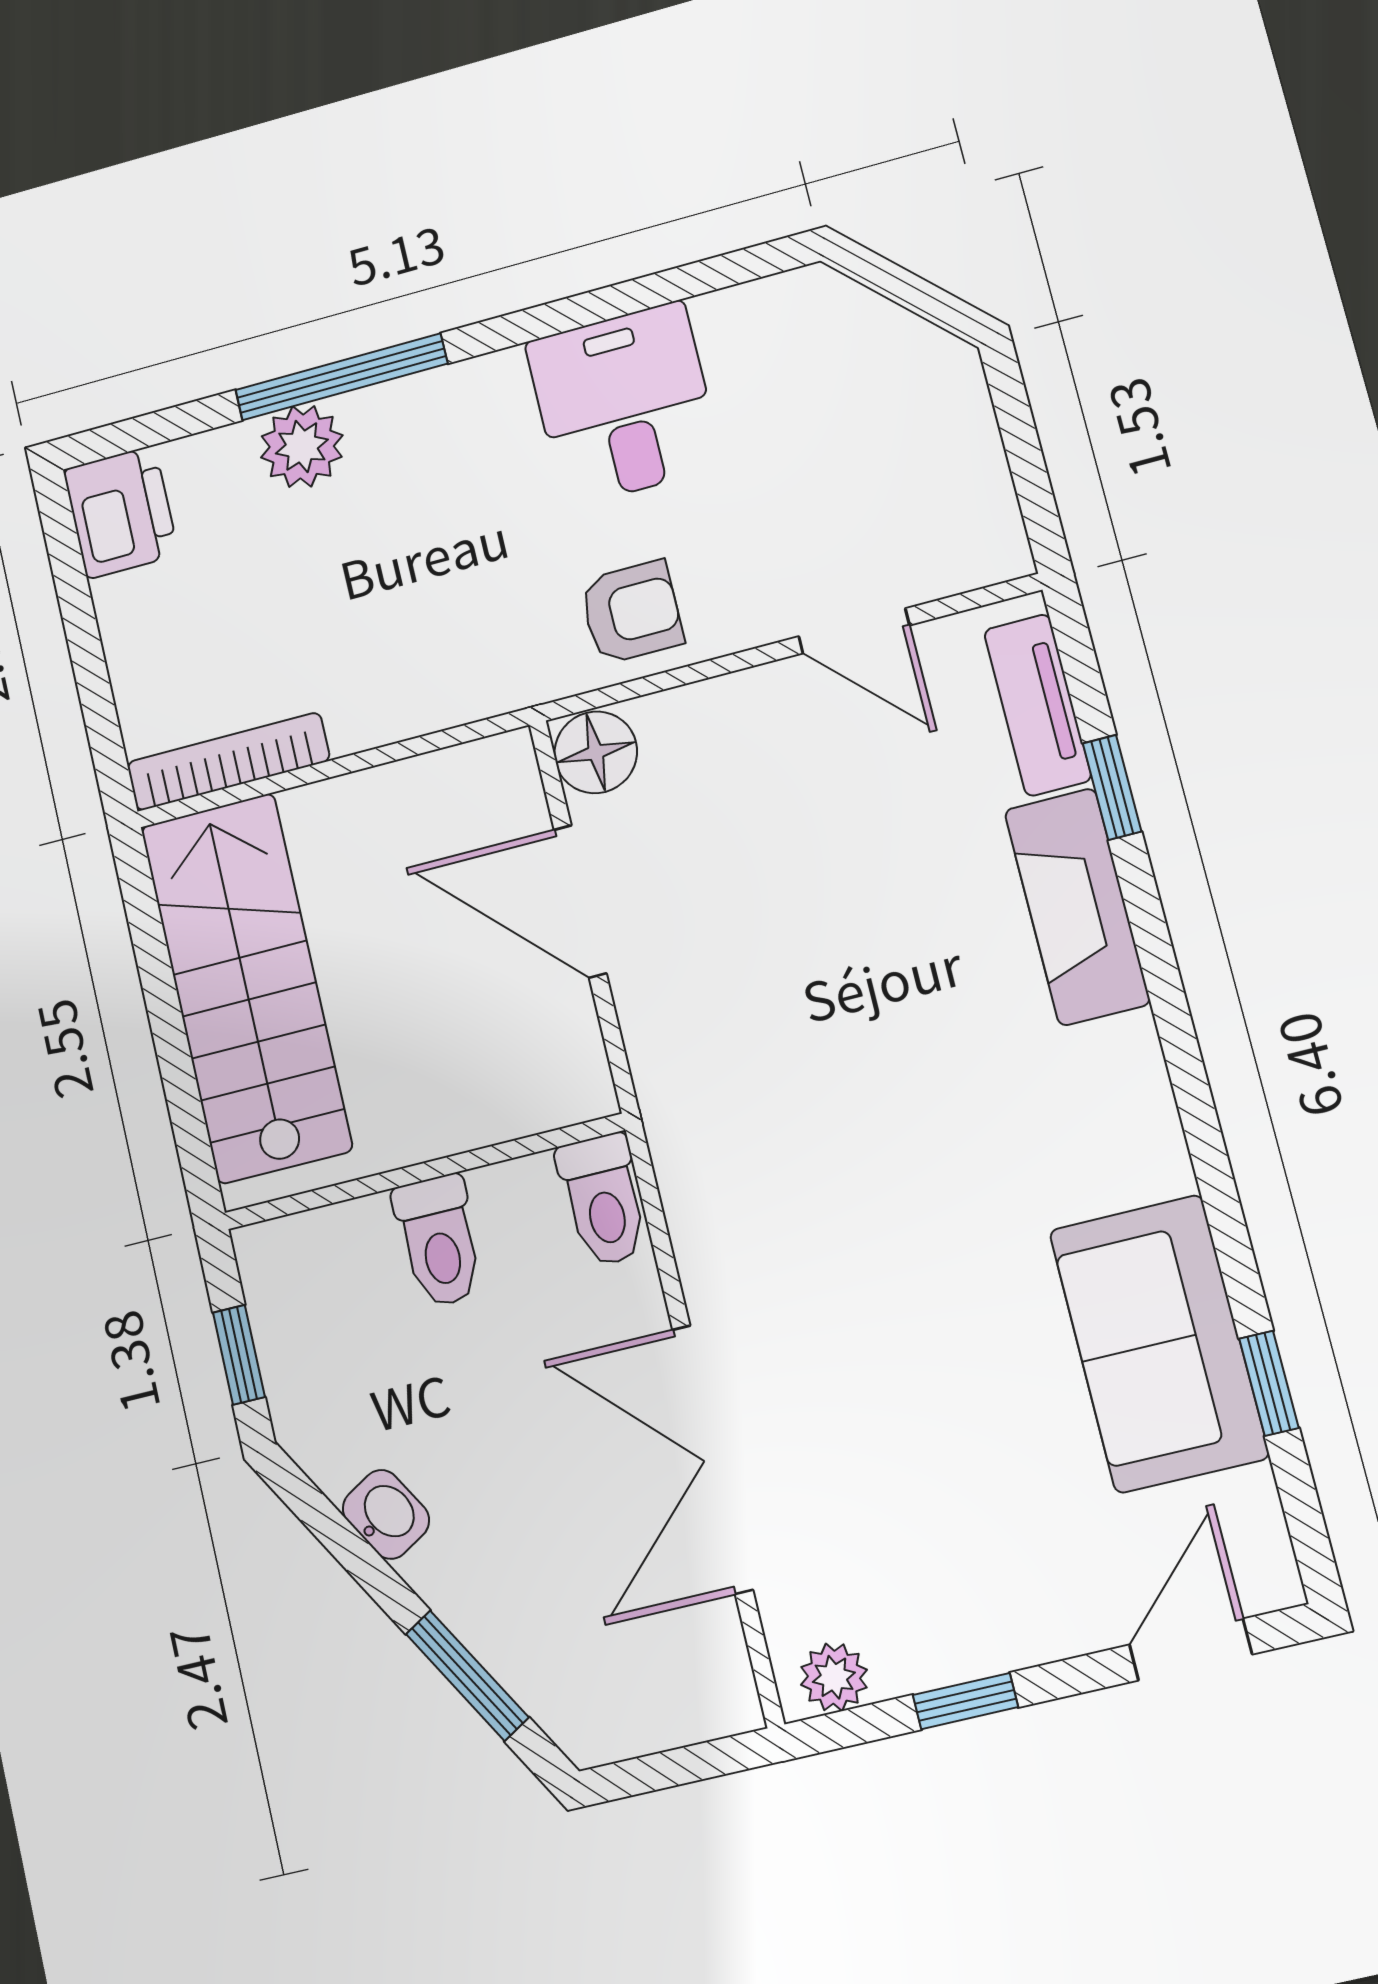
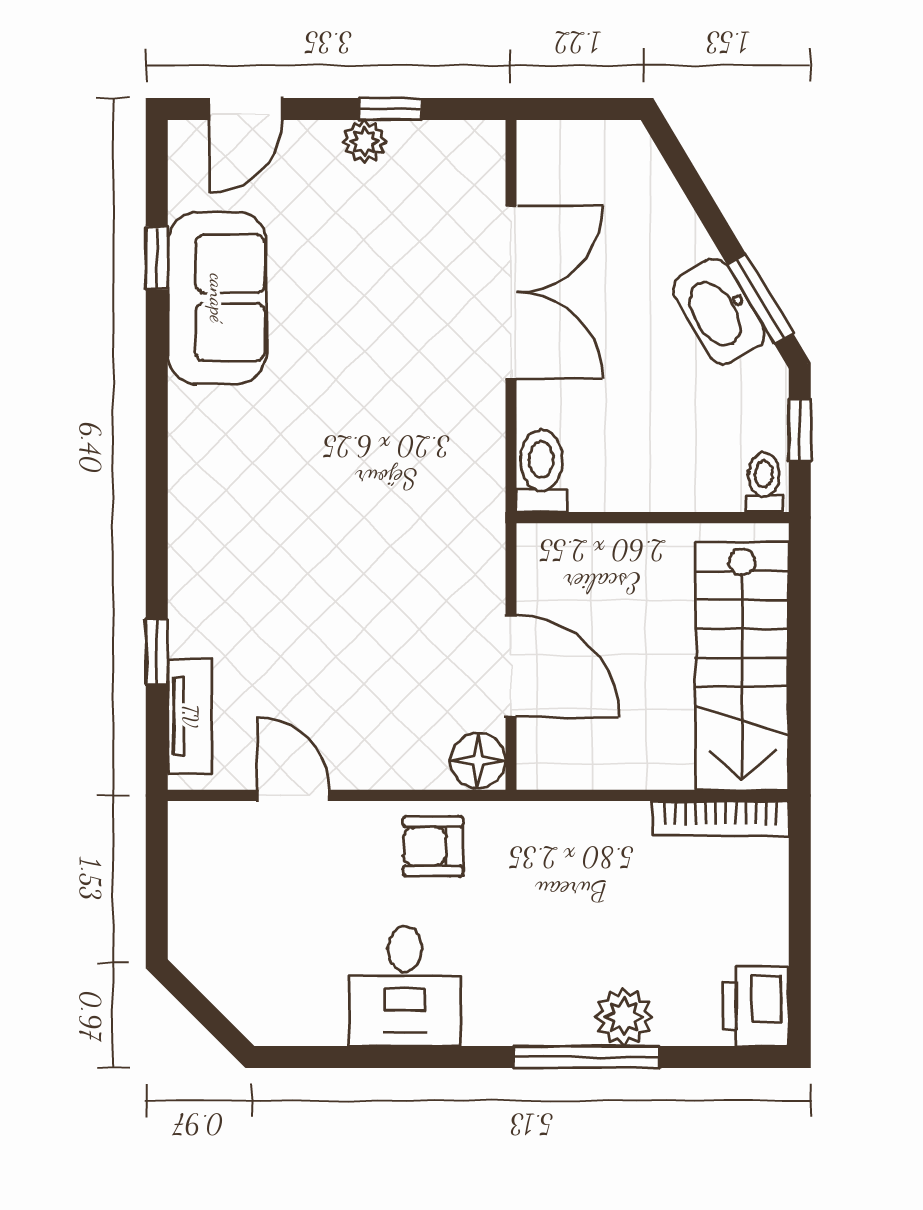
fireplace: (1077, 907) -> (198, 582), removed
toilet: (439, 1241) -> (764, 482), moved, width x0.73, depth x0.72
washbasin: (386, 1514) -> (719, 311), width x1.91, depth x1.45
window: (467, 1676) -> (760, 299), moved
plant: (834, 1677) -> (365, 141), moved

